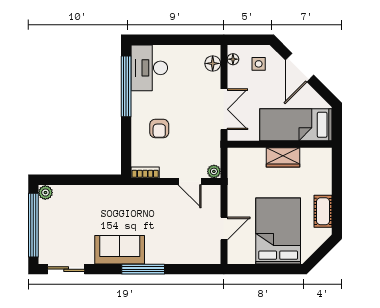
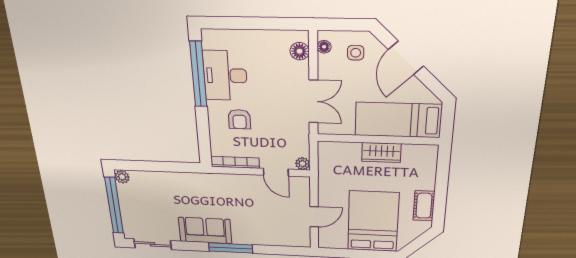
desk: (149, 68) -> (225, 76), moved
bookcase: (145, 172) -> (235, 162), width x1.56

